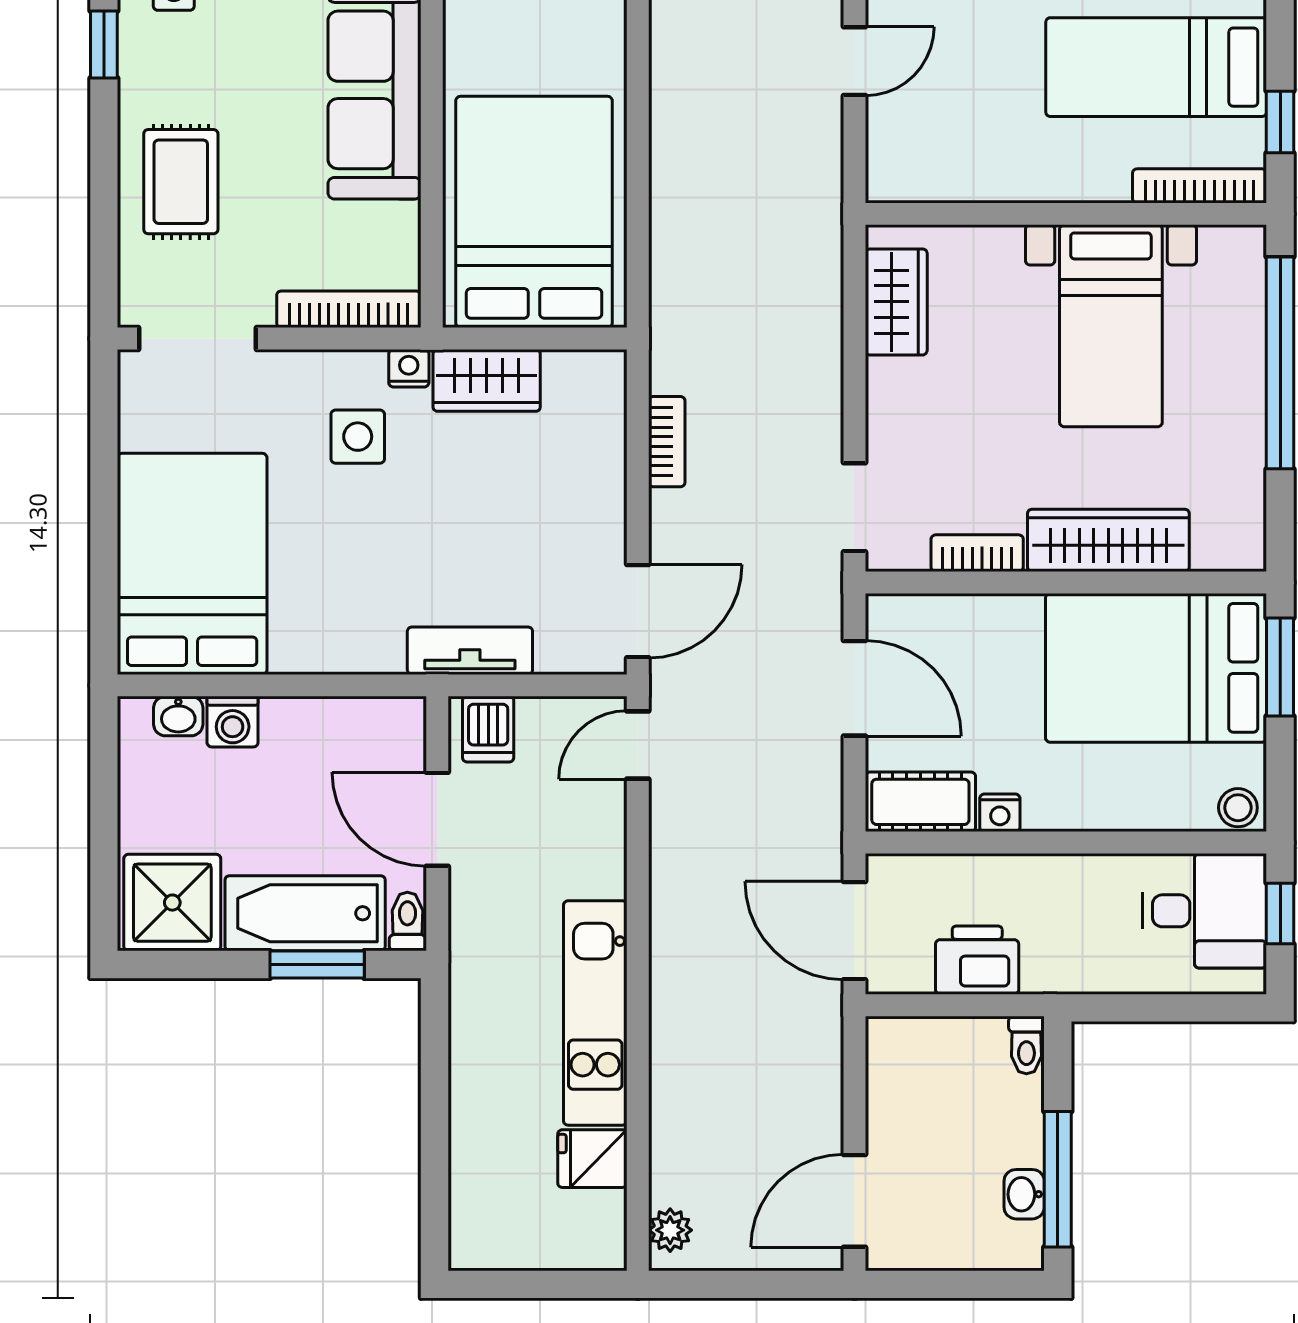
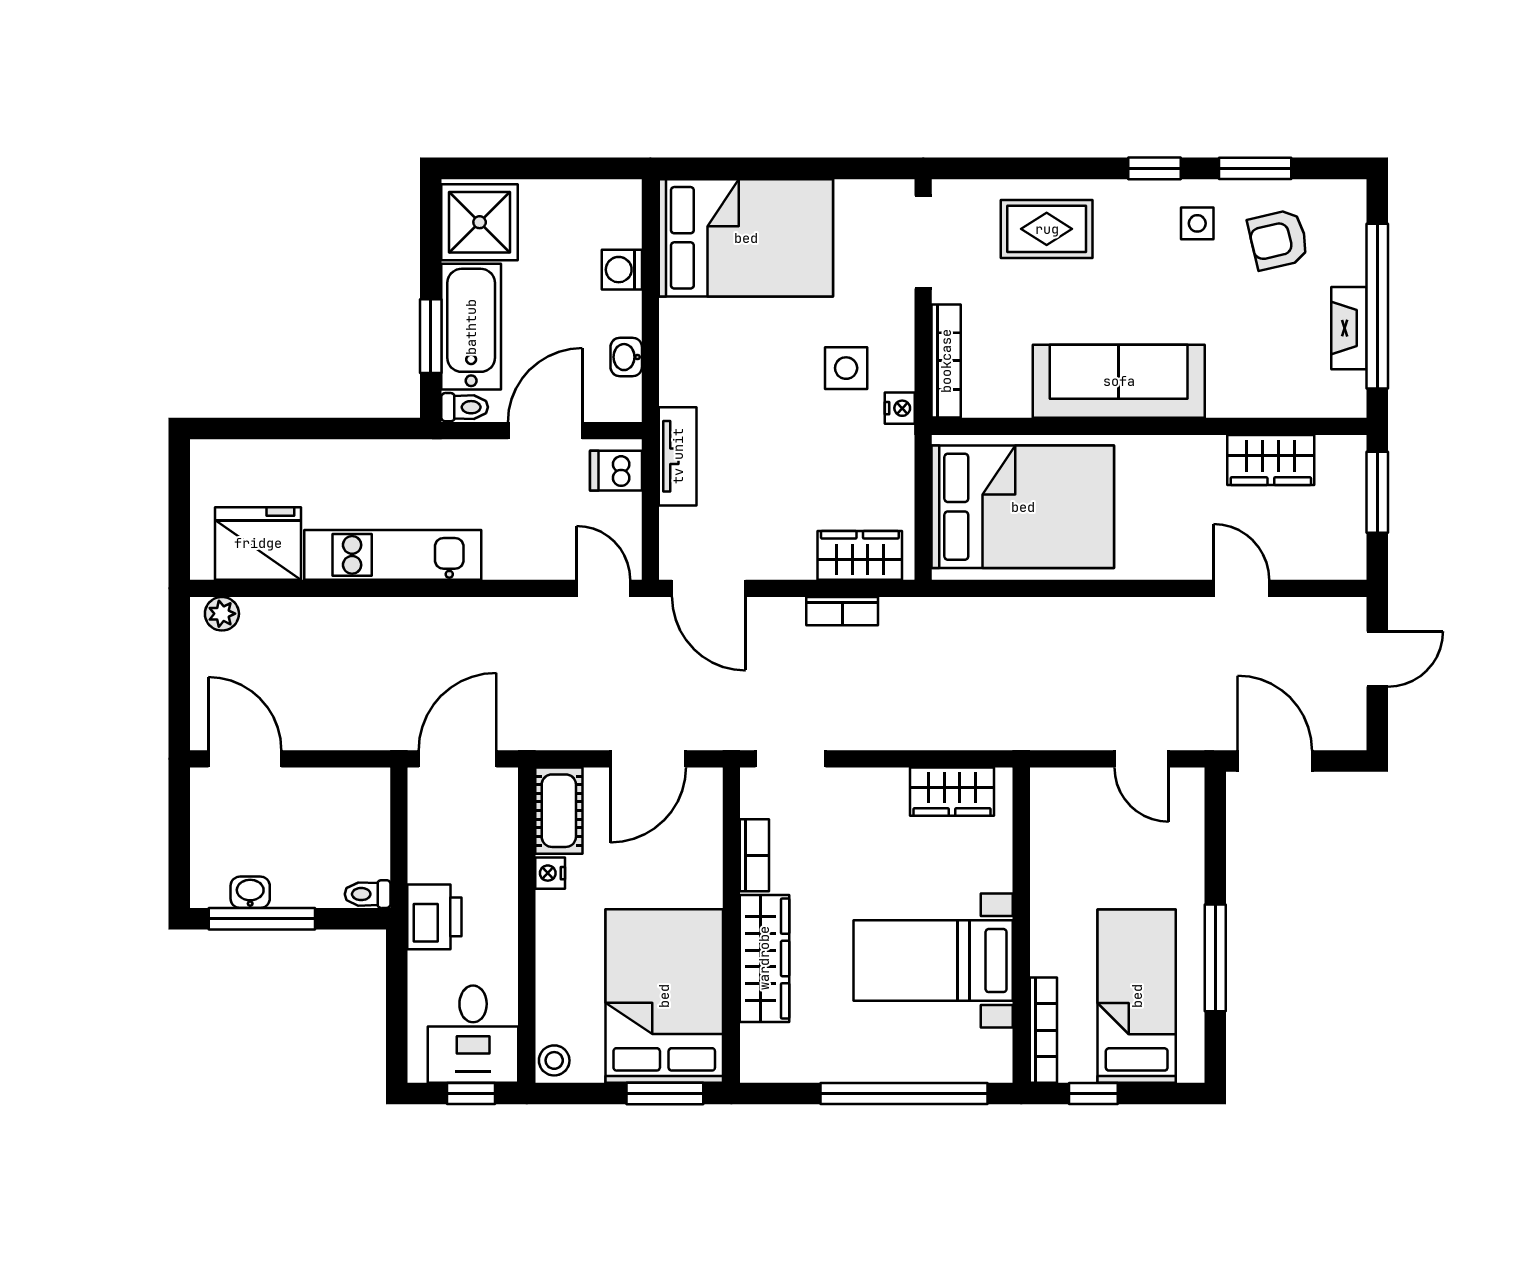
wardrobe: (487, 380) -> (860, 555), moved, turned 90
washbasin: (178, 716) -> (626, 357), moved
printer: (977, 960) -> (434, 917), moved
fridge: (592, 1159) -> (258, 543), width x1.88, depth x1.34

